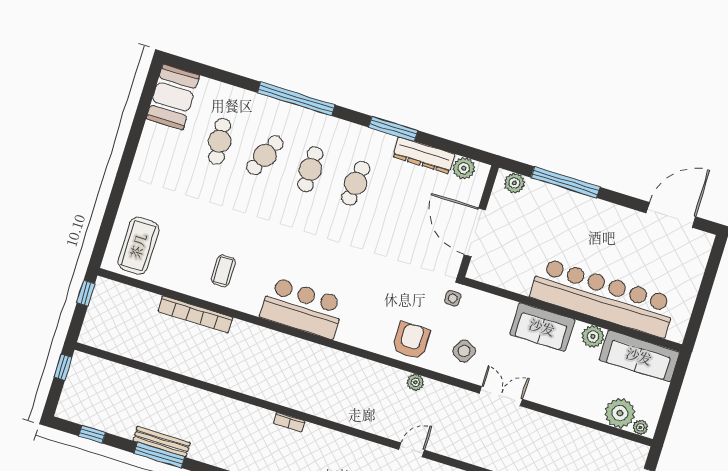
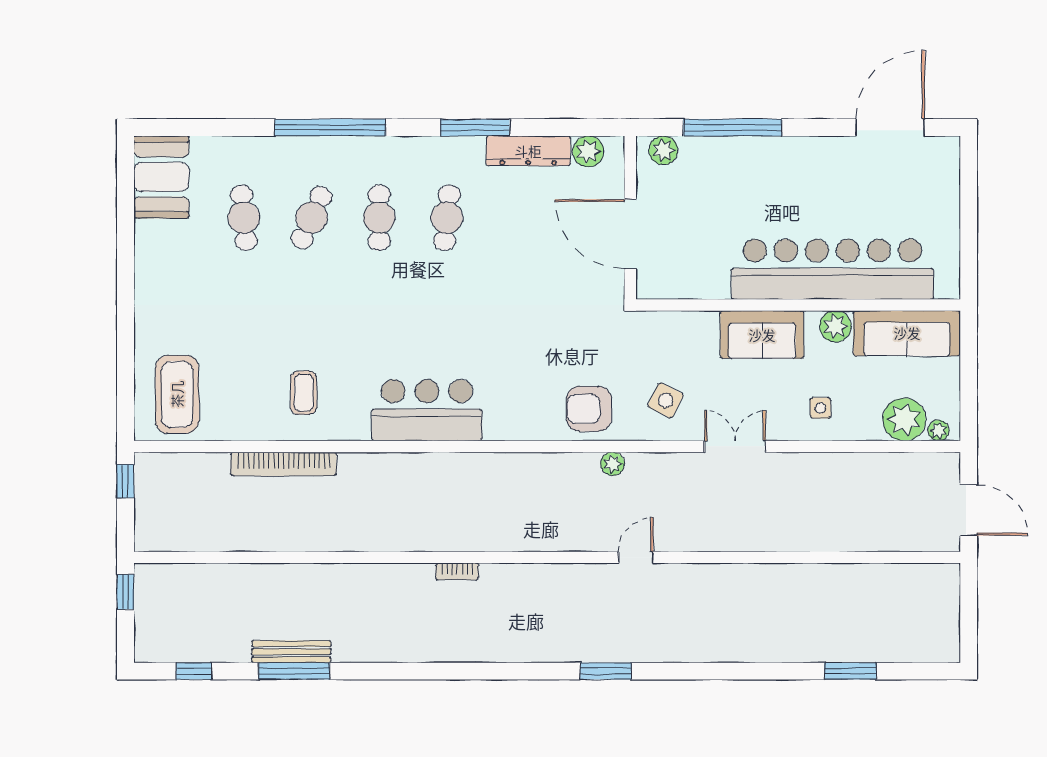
side table: (453, 298) -> (820, 408), moved
armchair: (411, 341) -> (589, 409), turned -90

